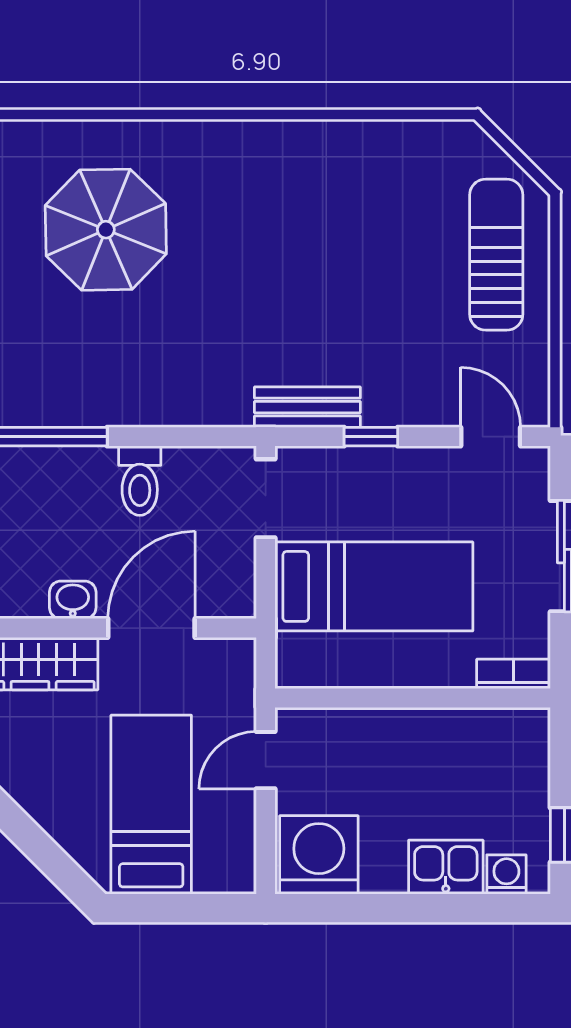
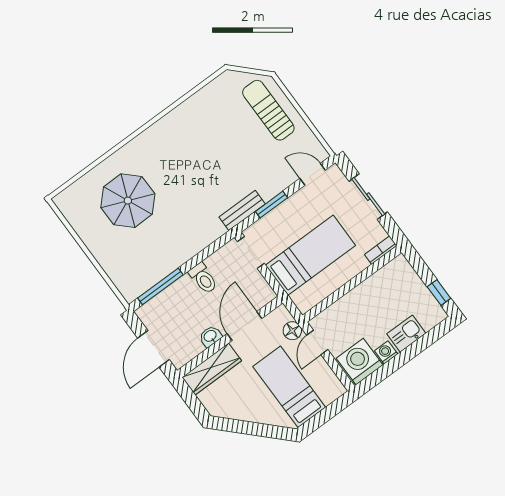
window: (371, 437) -> (271, 205), width x1.50
floor lamp: (235, 703) -> (292, 331), added
washing machine: (506, 874) -> (386, 352), moved

